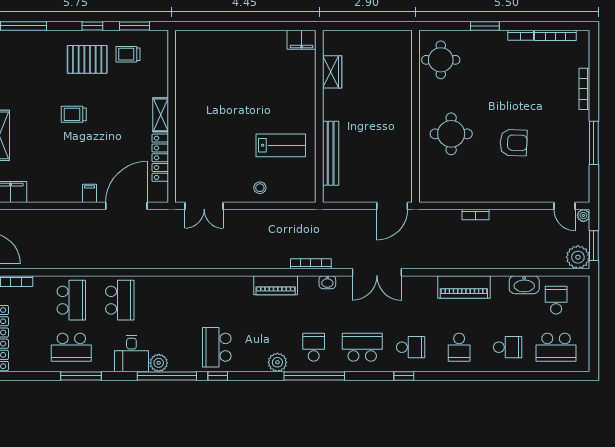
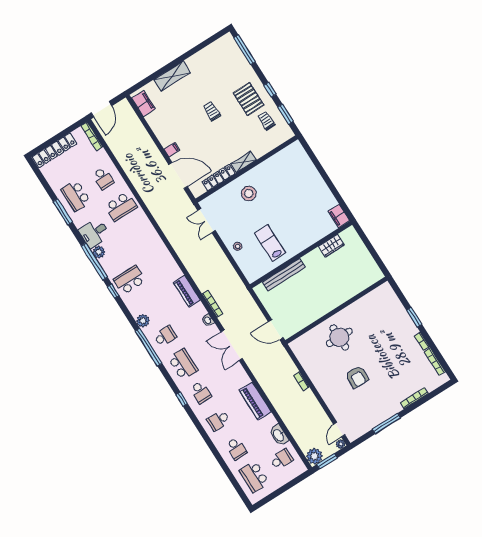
round table: (441, 60) -> (378, 304), removed
stool: (204, 133) -> (249, 193), added
lab bench: (281, 145) -> (270, 243), turned 180
school desk: (71, 300) -> (103, 178), width x0.54

